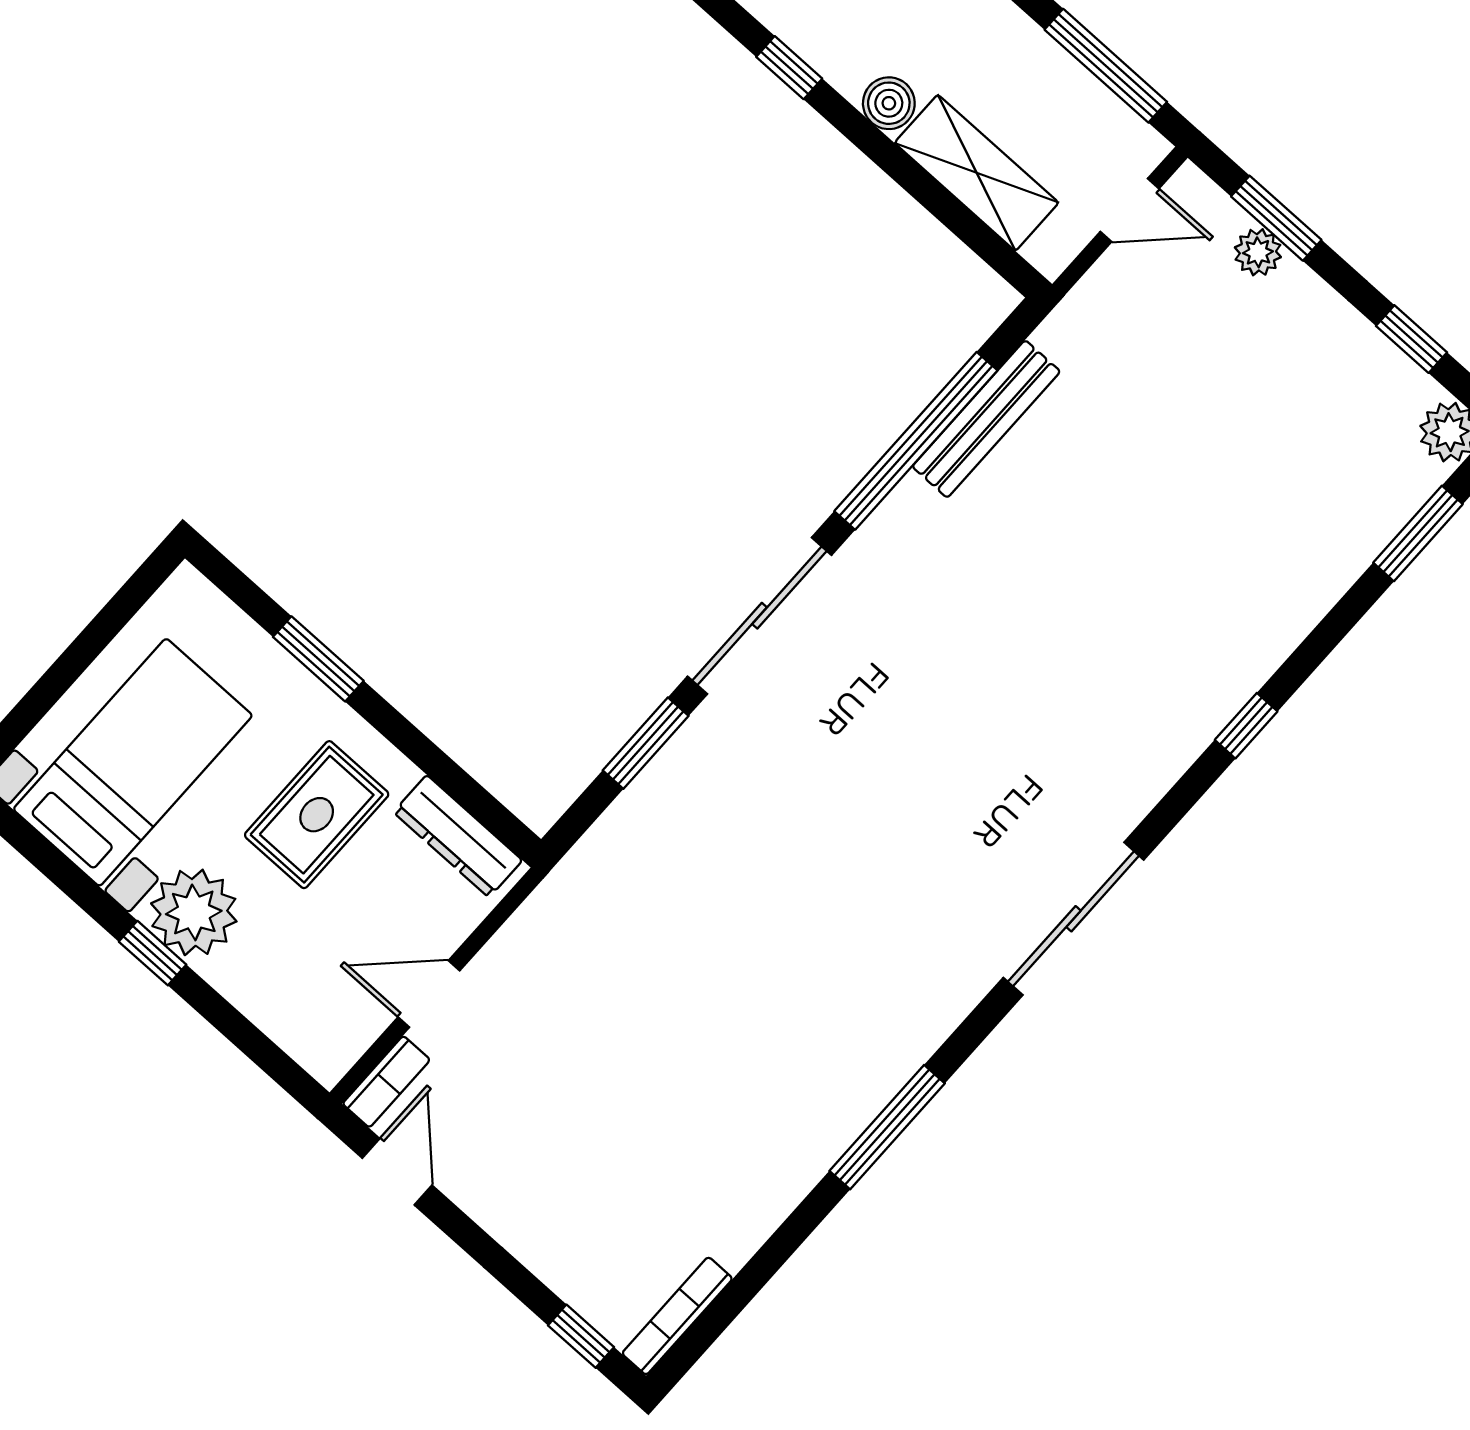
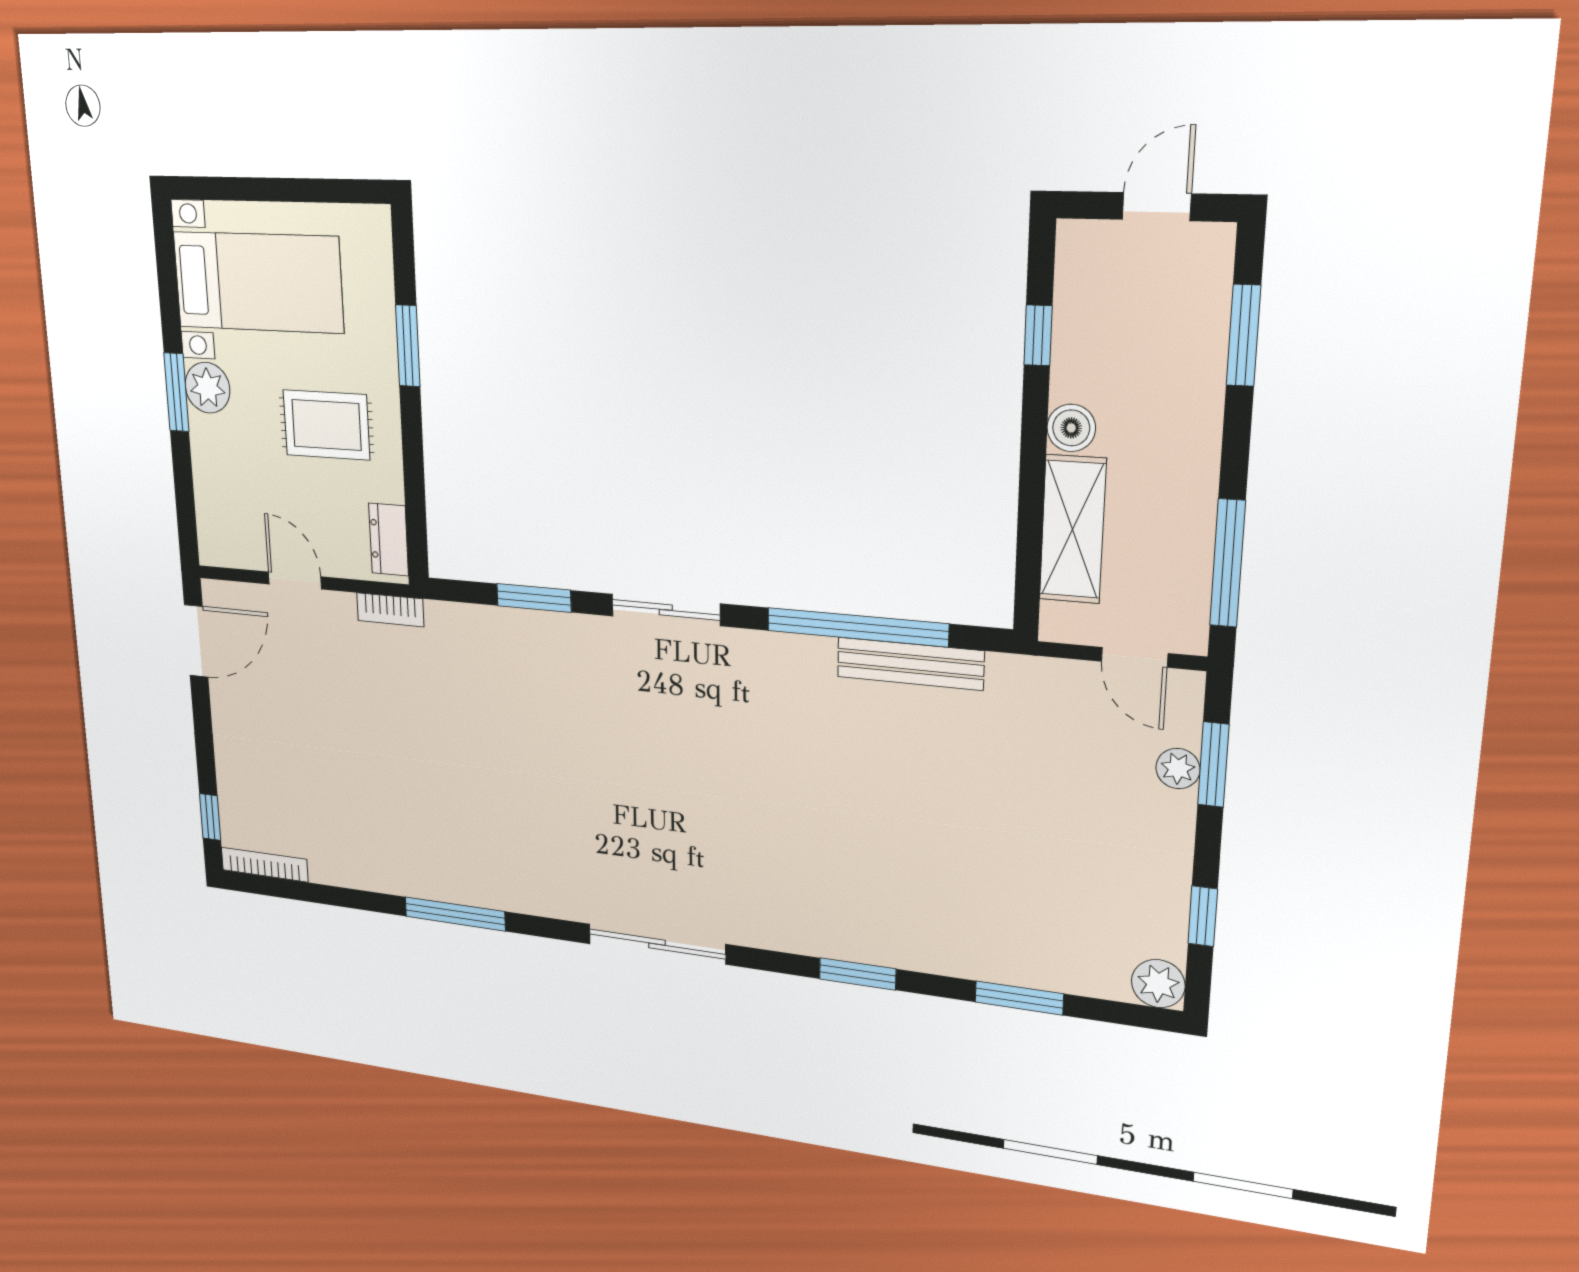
window: (1418, 533) -> (1019, 998), moved
sliding door: (760, 616) -> (666, 610), width x0.73
window: (1246, 726) -> (858, 974), width x1.50
dresser: (458, 836) -> (389, 540), width x0.70
plant: (194, 912) -> (207, 388), width x0.73, depth x0.73
window: (153, 953) -> (176, 392), width x1.50
bookcase: (386, 1082) -> (390, 610), moved
door: (397, 1172) -> (196, 641), width x1.38

